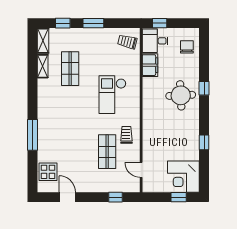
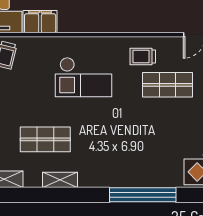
shelving: (43, 66) -> (60, 180), moved
window: (32, 135) -> (143, 195), width x1.46

